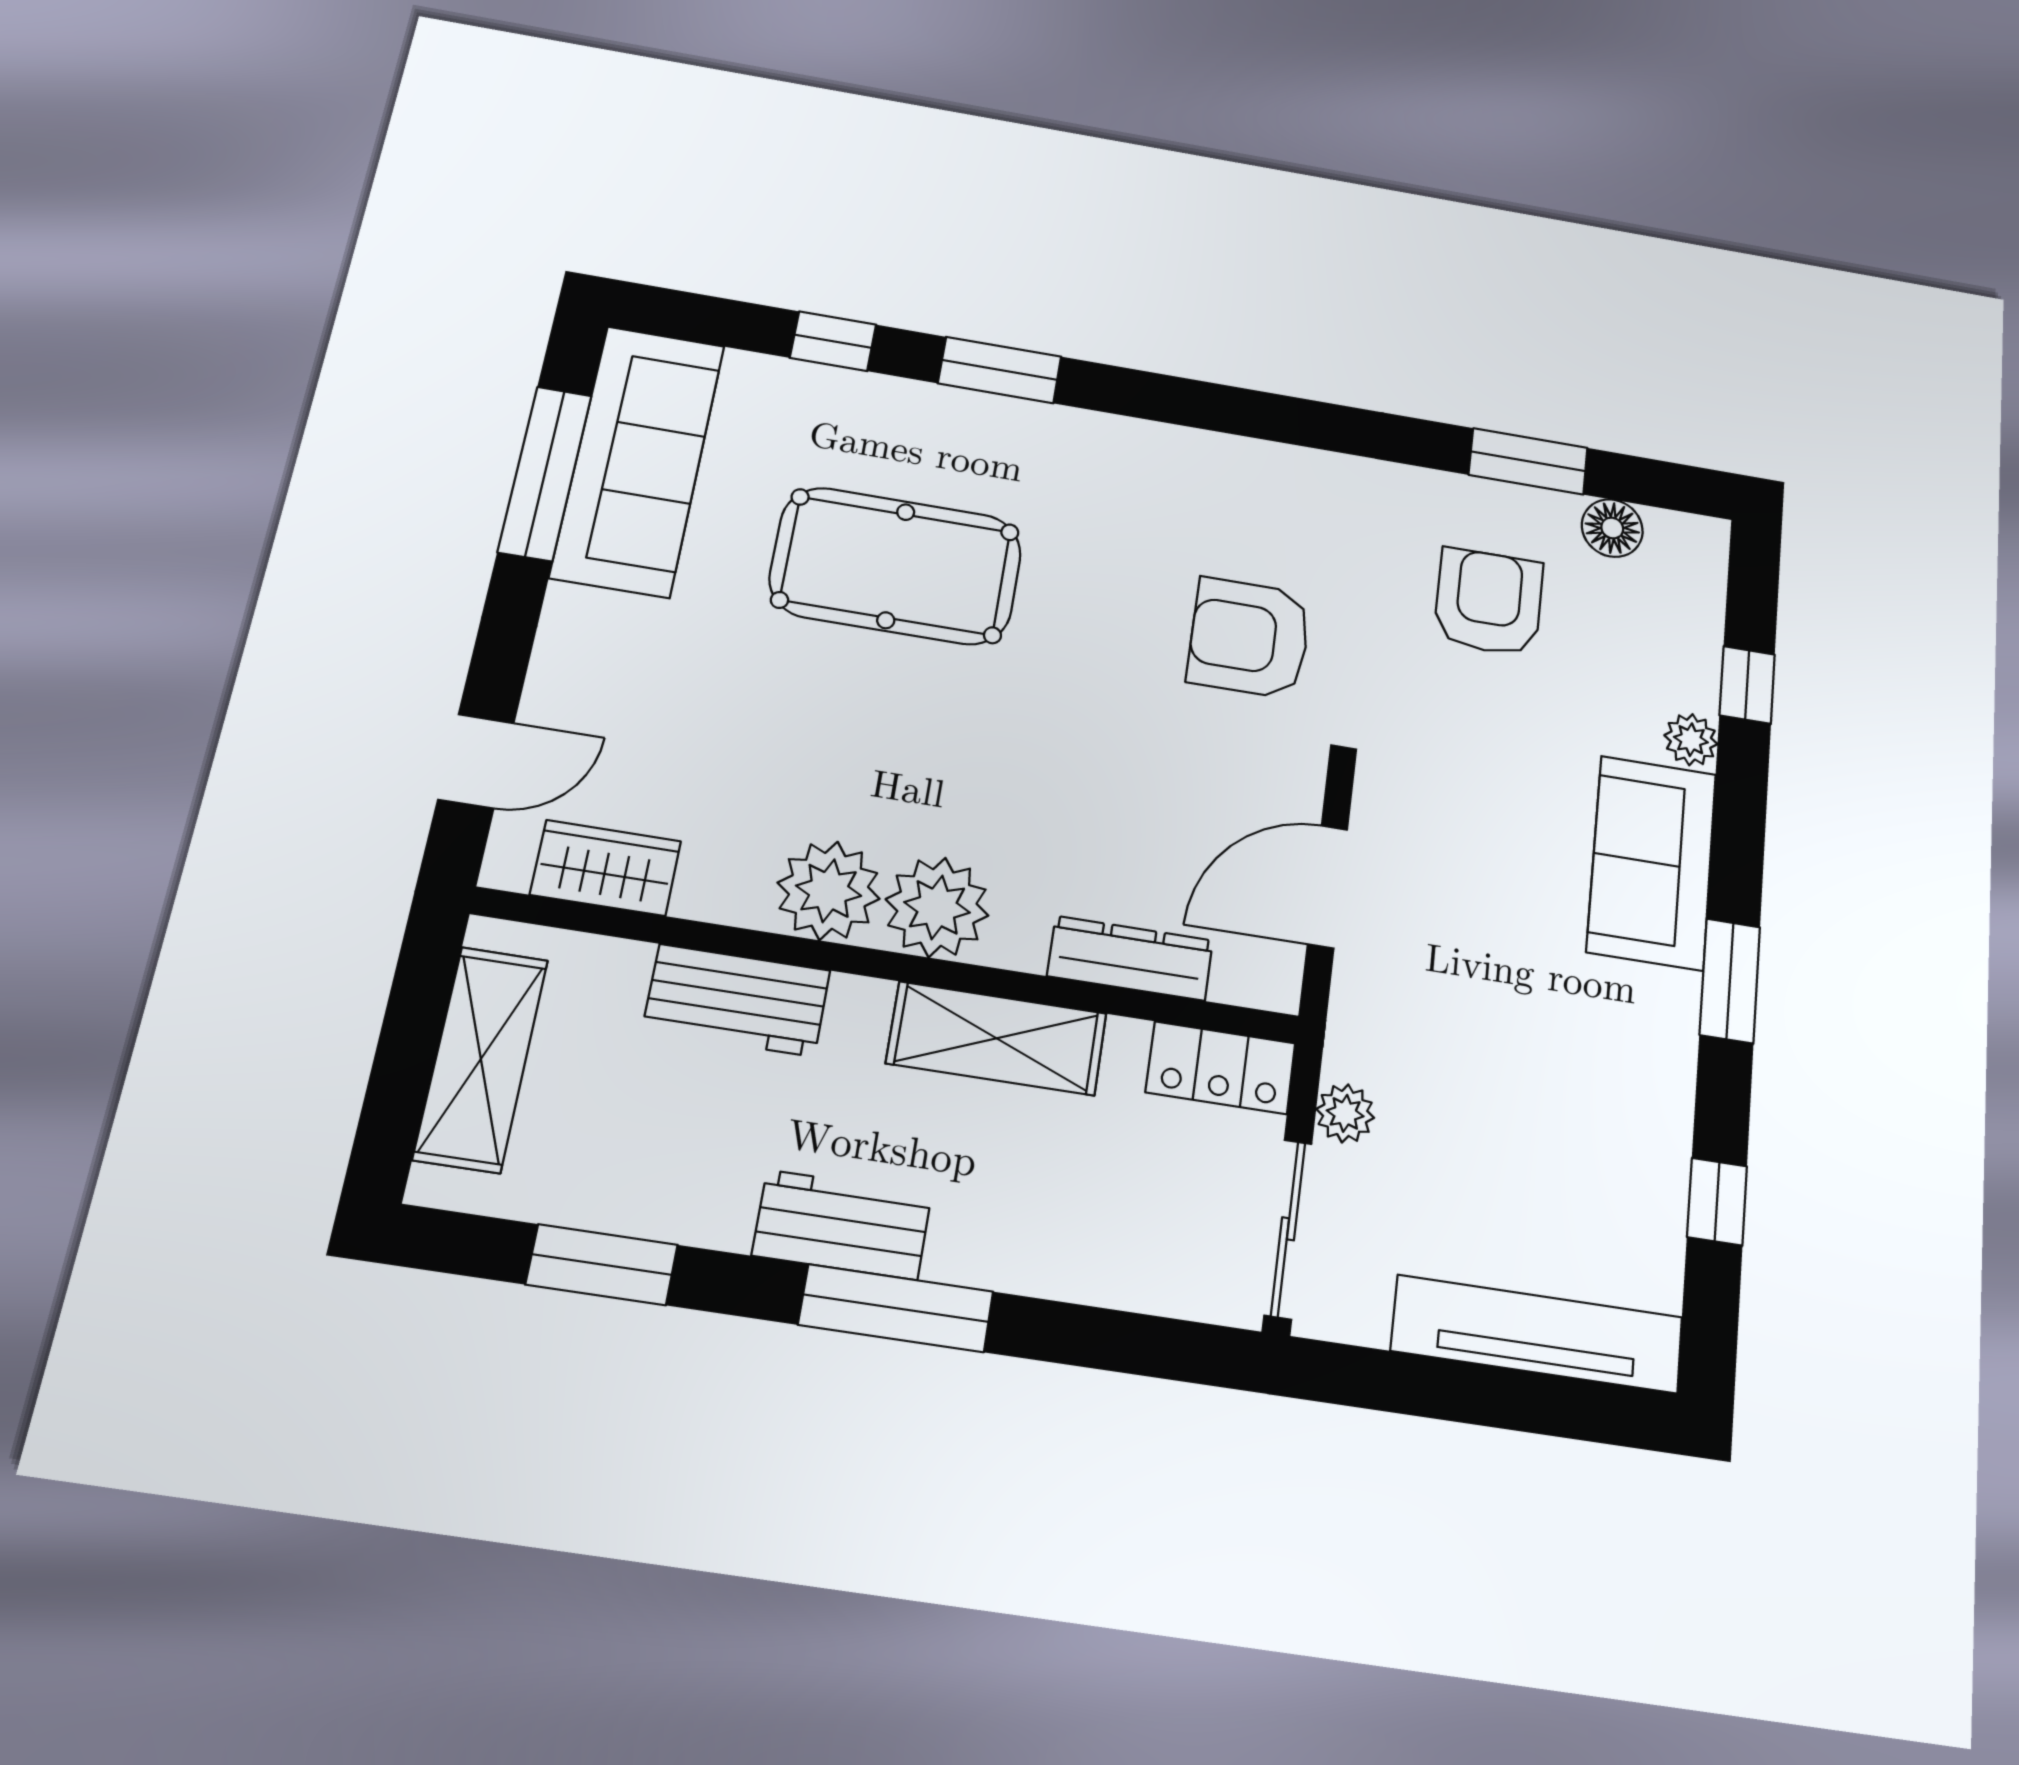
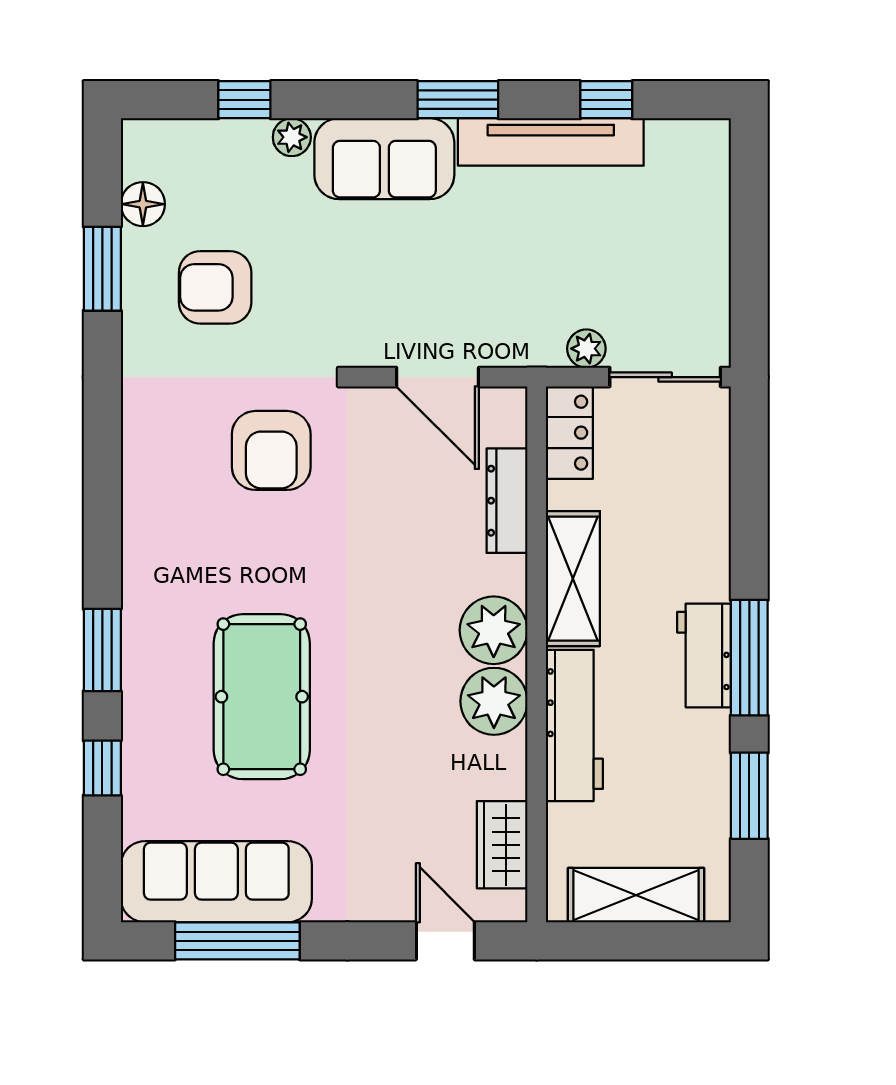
workbench: (737, 1000) -> (574, 725), width x1.38
window: (896, 1308) -> (749, 658), moved
tv unit: (1537, 1334) -> (551, 142), moved, turned -90

